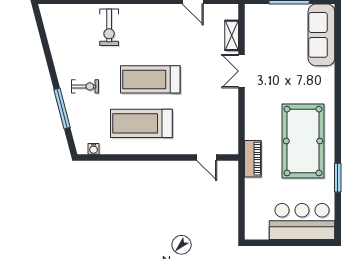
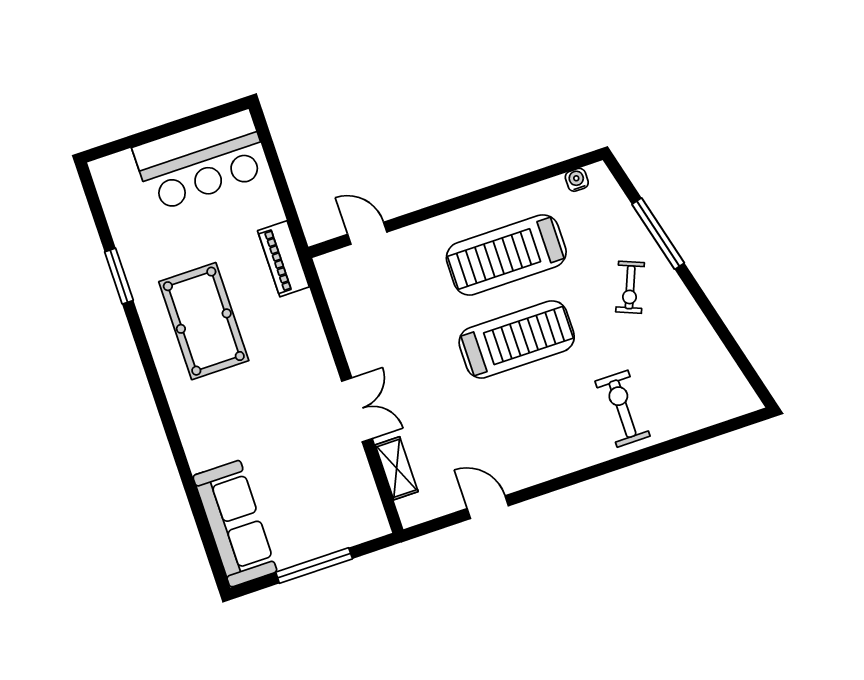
exercise bike: (85, 86) -> (630, 287), turned -68
treadmill: (141, 123) -> (506, 255), turned 180
pool table: (303, 141) -> (204, 321), width x0.73, depth x0.76
bar counter: (302, 221) -> (201, 160), moved

